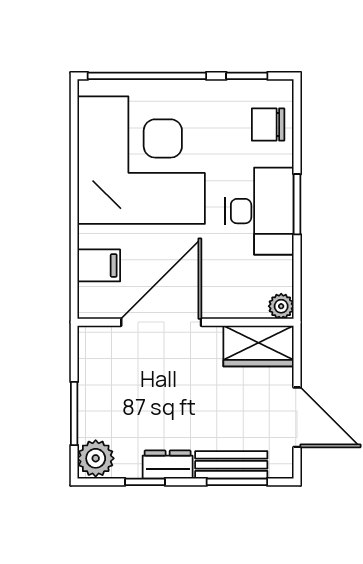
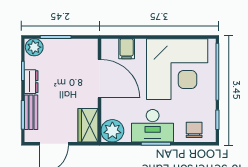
plant: (281, 306) -> (112, 131), width x1.87, depth x1.87

